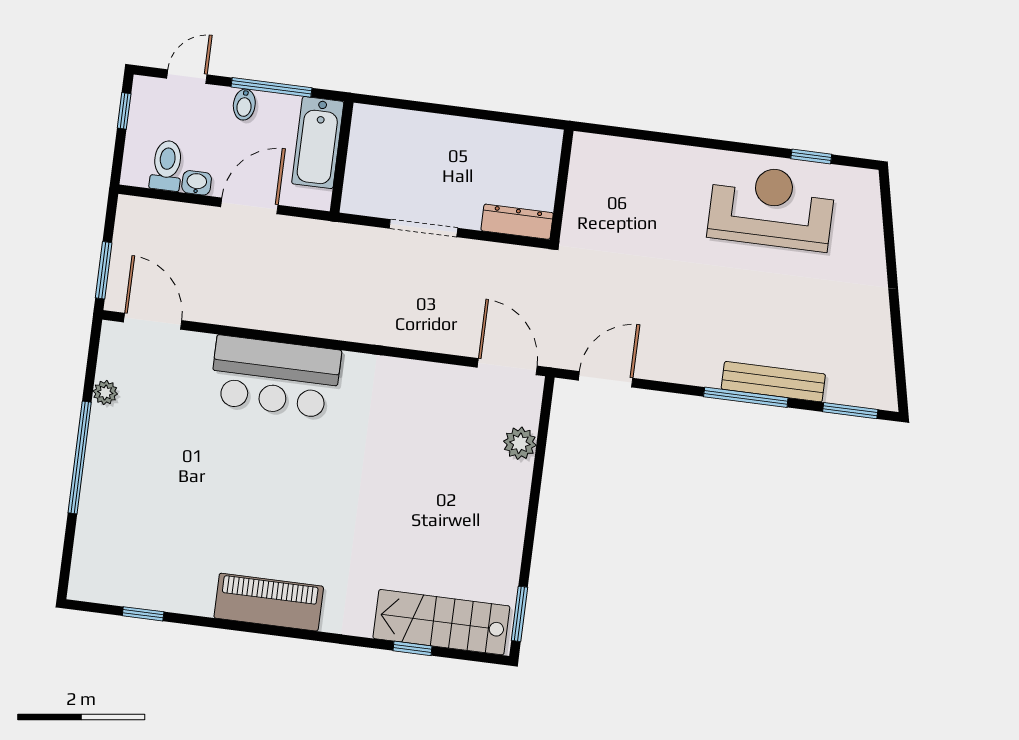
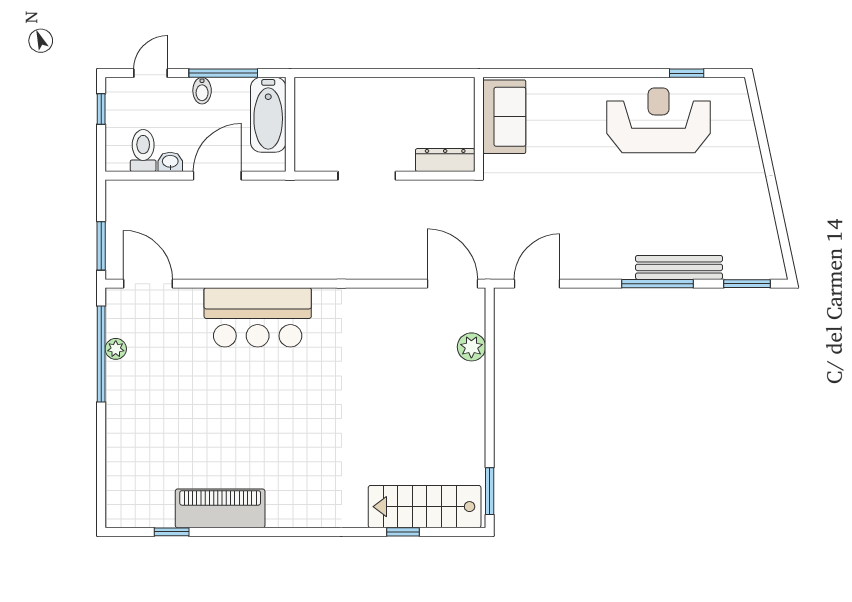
sofa: (592, 180) -> (504, 117), added
window: (80, 457) -> (101, 354), moved
piano: (269, 602) -> (220, 508), moved

